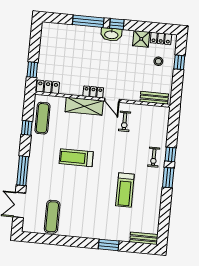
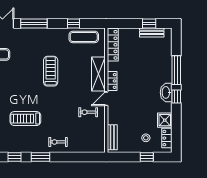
bench: (45, 44) -> (152, 32), added
window: (32, 70) -> (149, 23), moved
locker: (48, 87) -> (113, 45), width x1.53
window: (170, 154) -> (15, 157), moved

